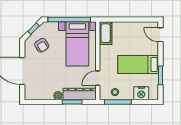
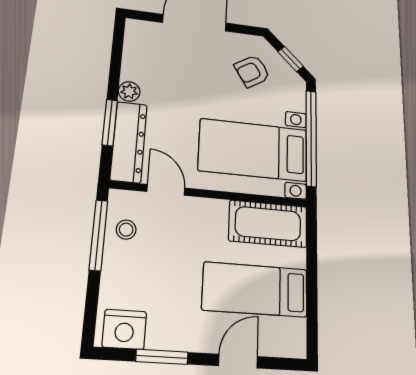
cot: (106, 33) -> (268, 224), width x1.37, depth x1.34
door: (160, 35) -> (238, 361), moved
bed: (138, 65) -> (255, 290), moved, turned -90
nightstand: (141, 93) -> (124, 329), moved, turned -90

